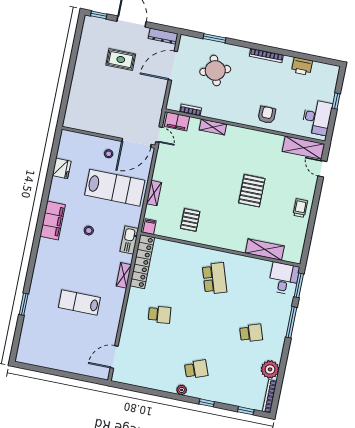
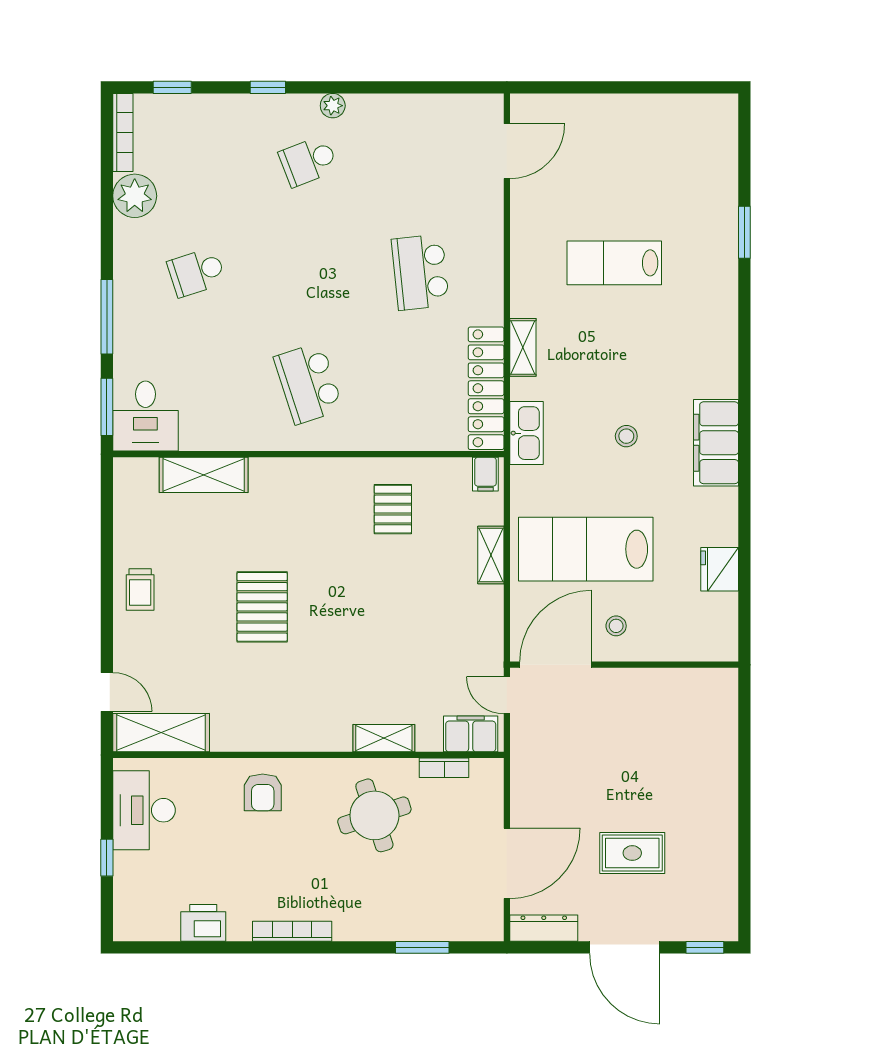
round table: (215, 71) -> (374, 815), moved
lab bench: (79, 302) -> (614, 263), turned 180
school desk: (160, 315) -> (420, 272), width x1.85

